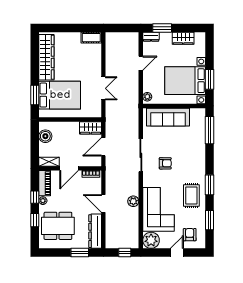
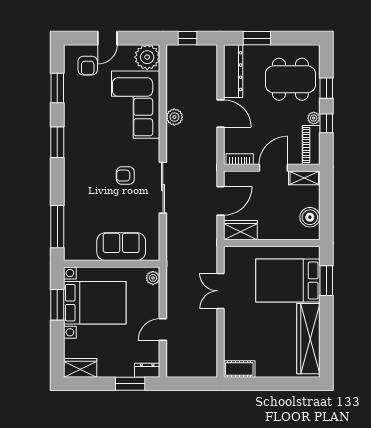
wardrobe: (183, 38) -> (80, 368), moved
sofa: (168, 117) -> (121, 247), width x0.73
rug: (191, 196) -> (85, 126), removed

